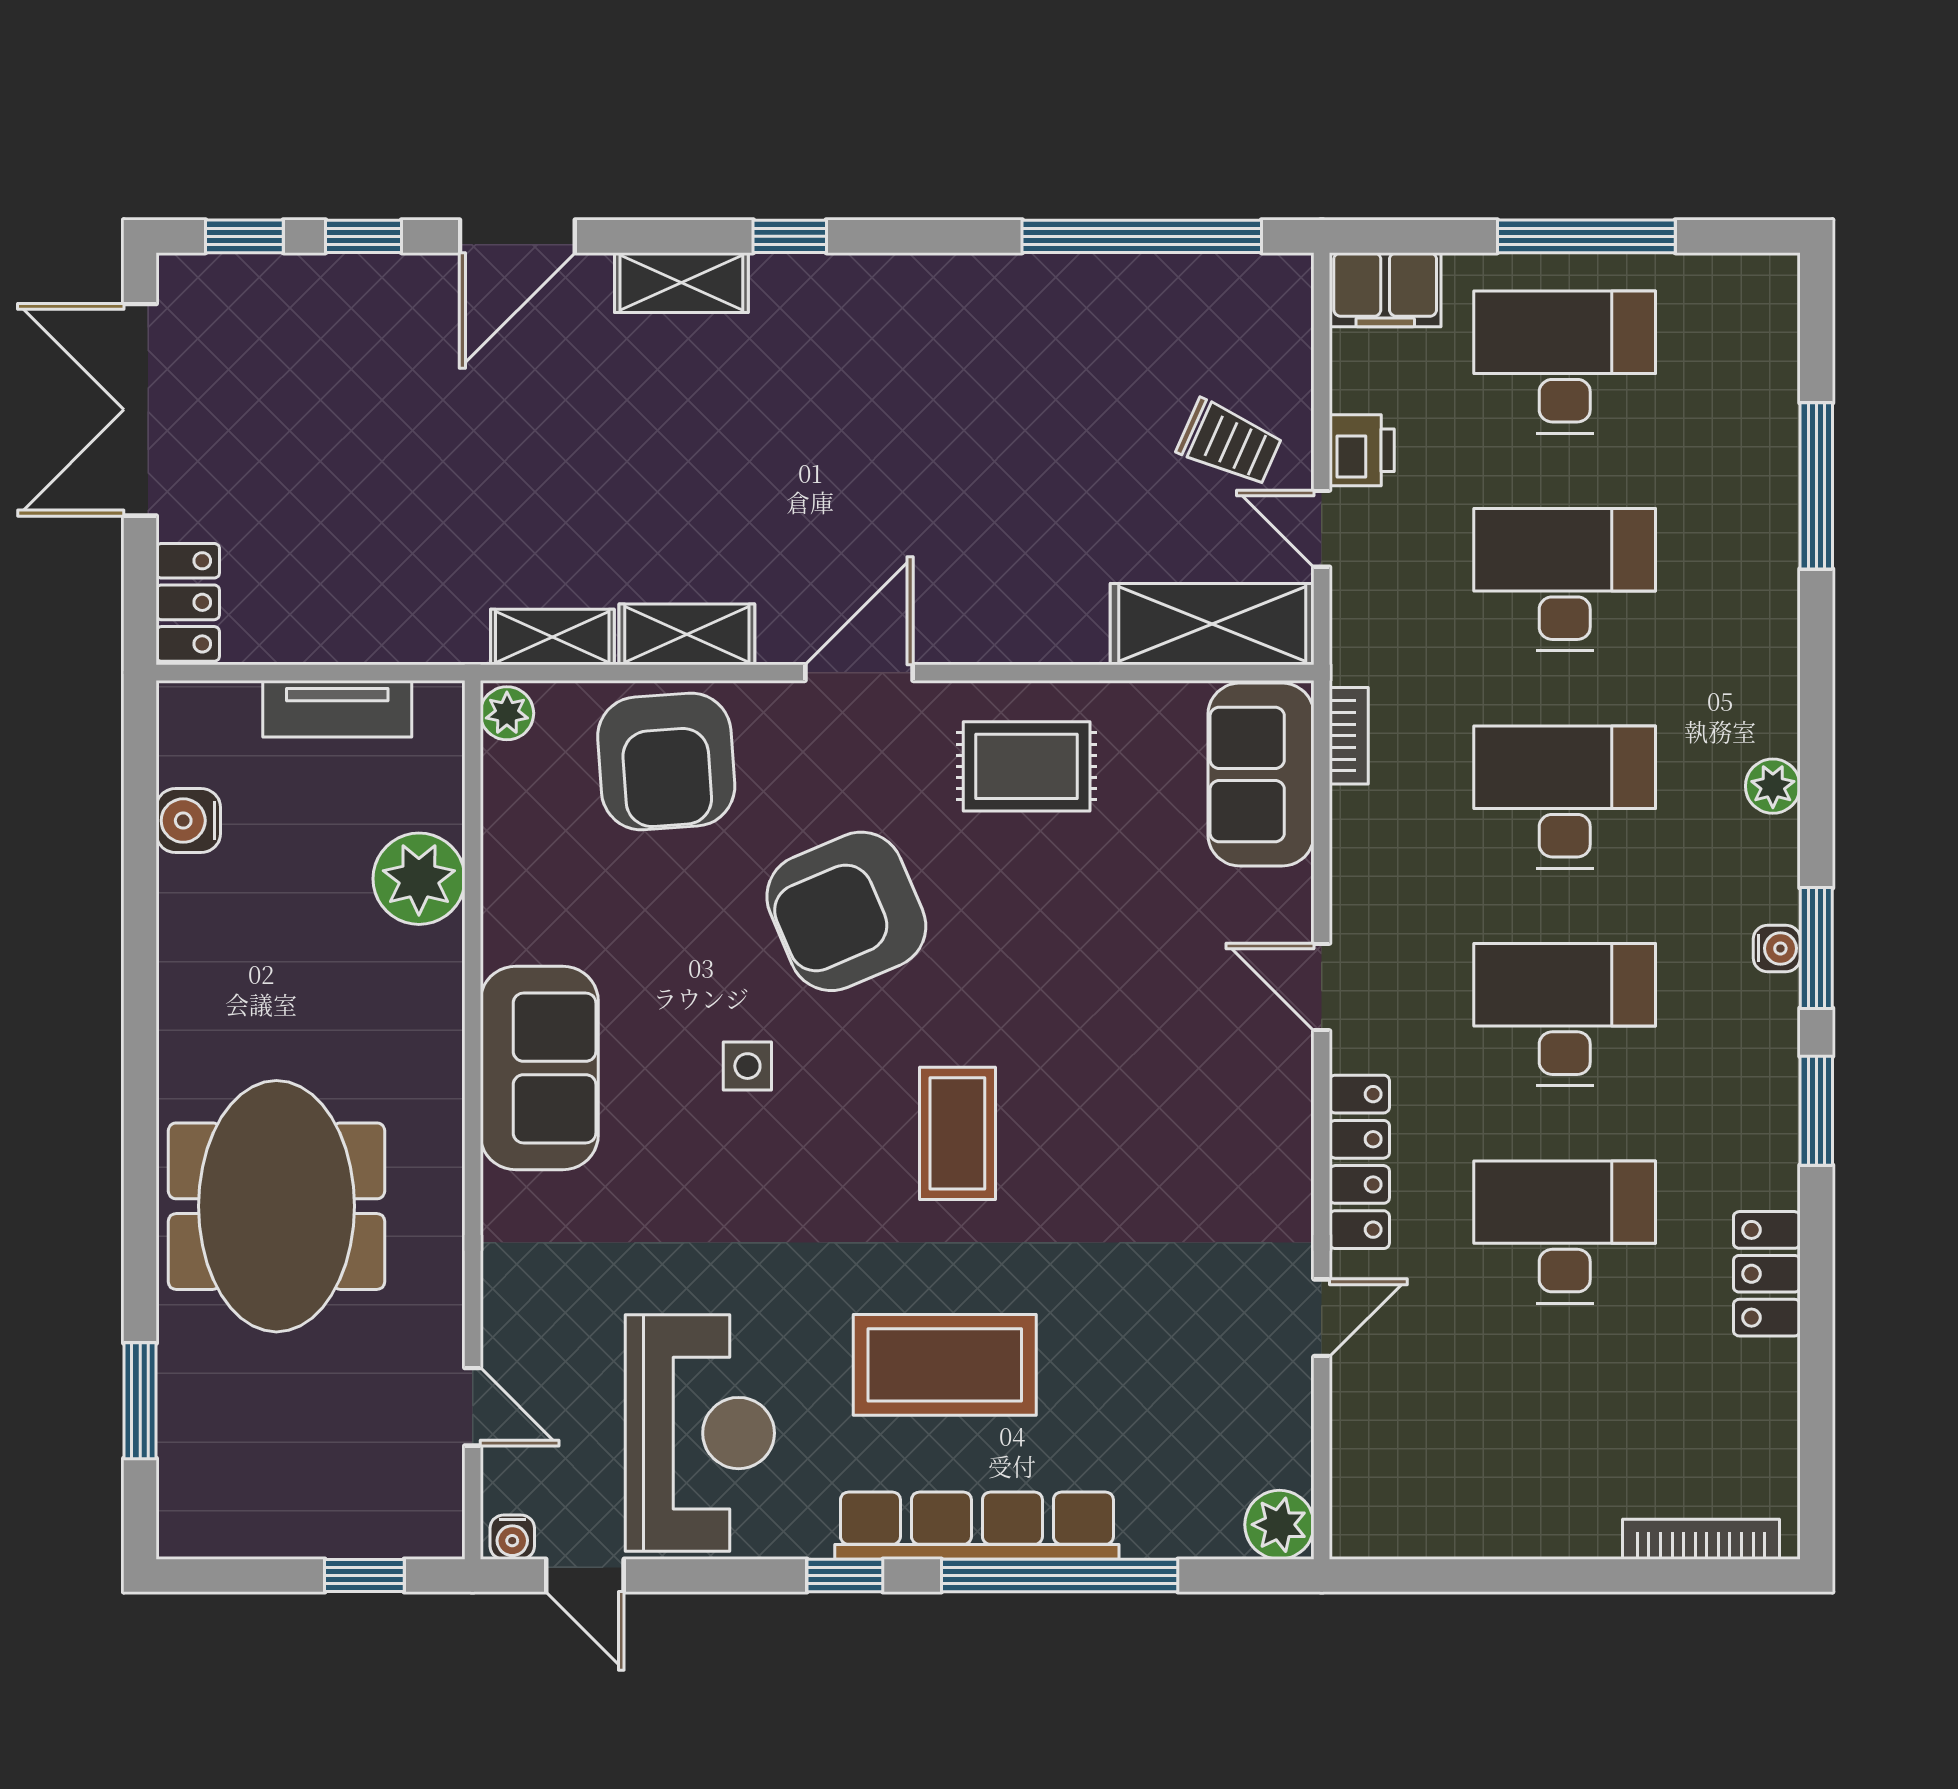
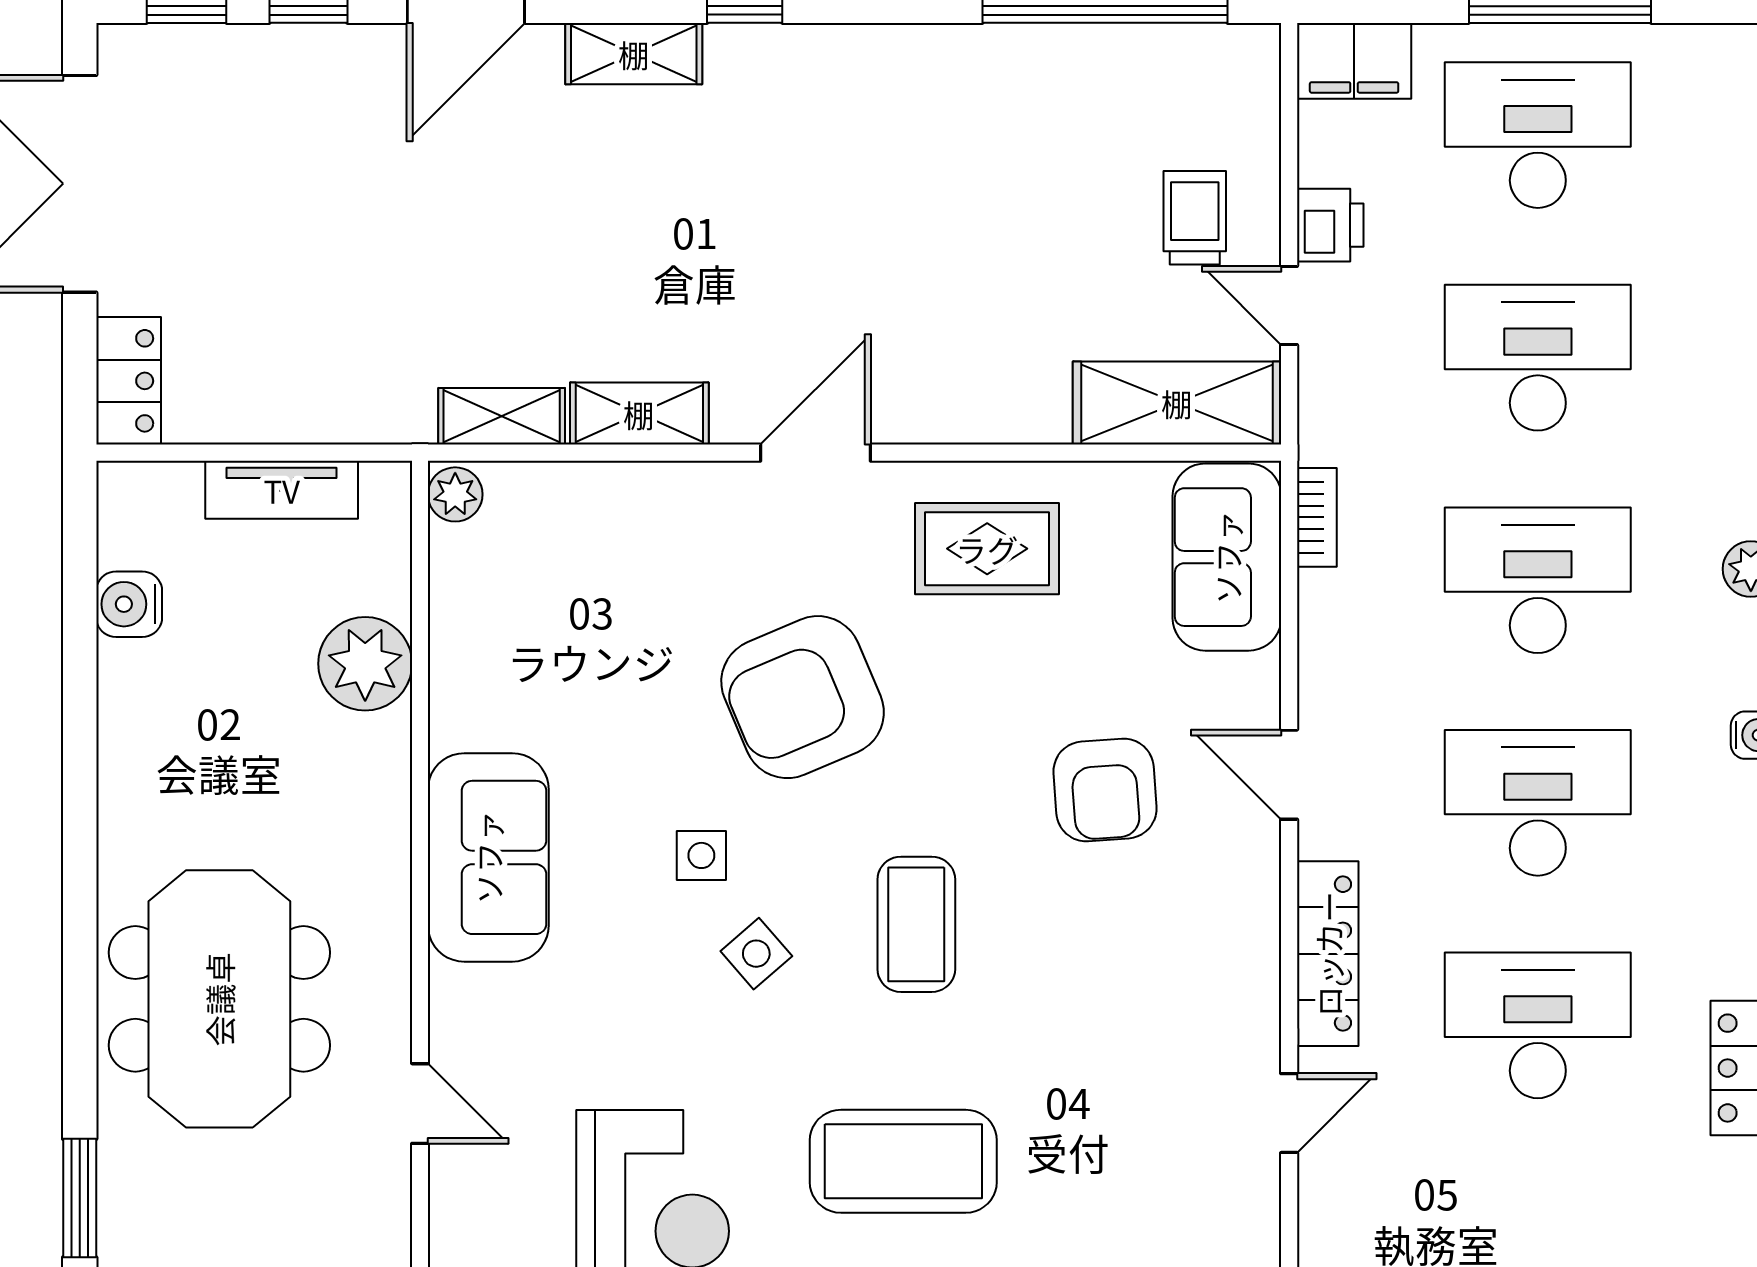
trolley: (1229, 443) -> (1195, 218), turned -114
armchair: (666, 761) -> (1105, 790), moved, width x0.73, depth x0.73
side table: (801, 1162) -> (756, 954), added
door: (473, 1407) -> (420, 1104), moved

